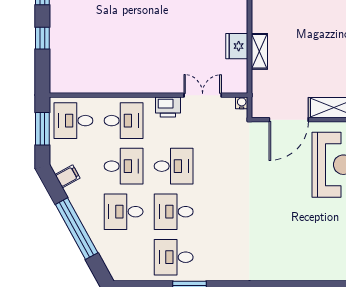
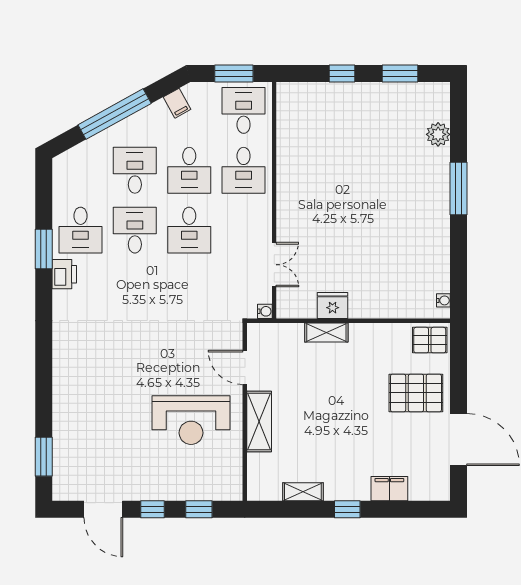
printer: (168, 107) -> (64, 274), moved, turned 180
door: (289, 120) -> (245, 367), width x0.73
desk: (174, 257) -> (81, 230), turned 180

